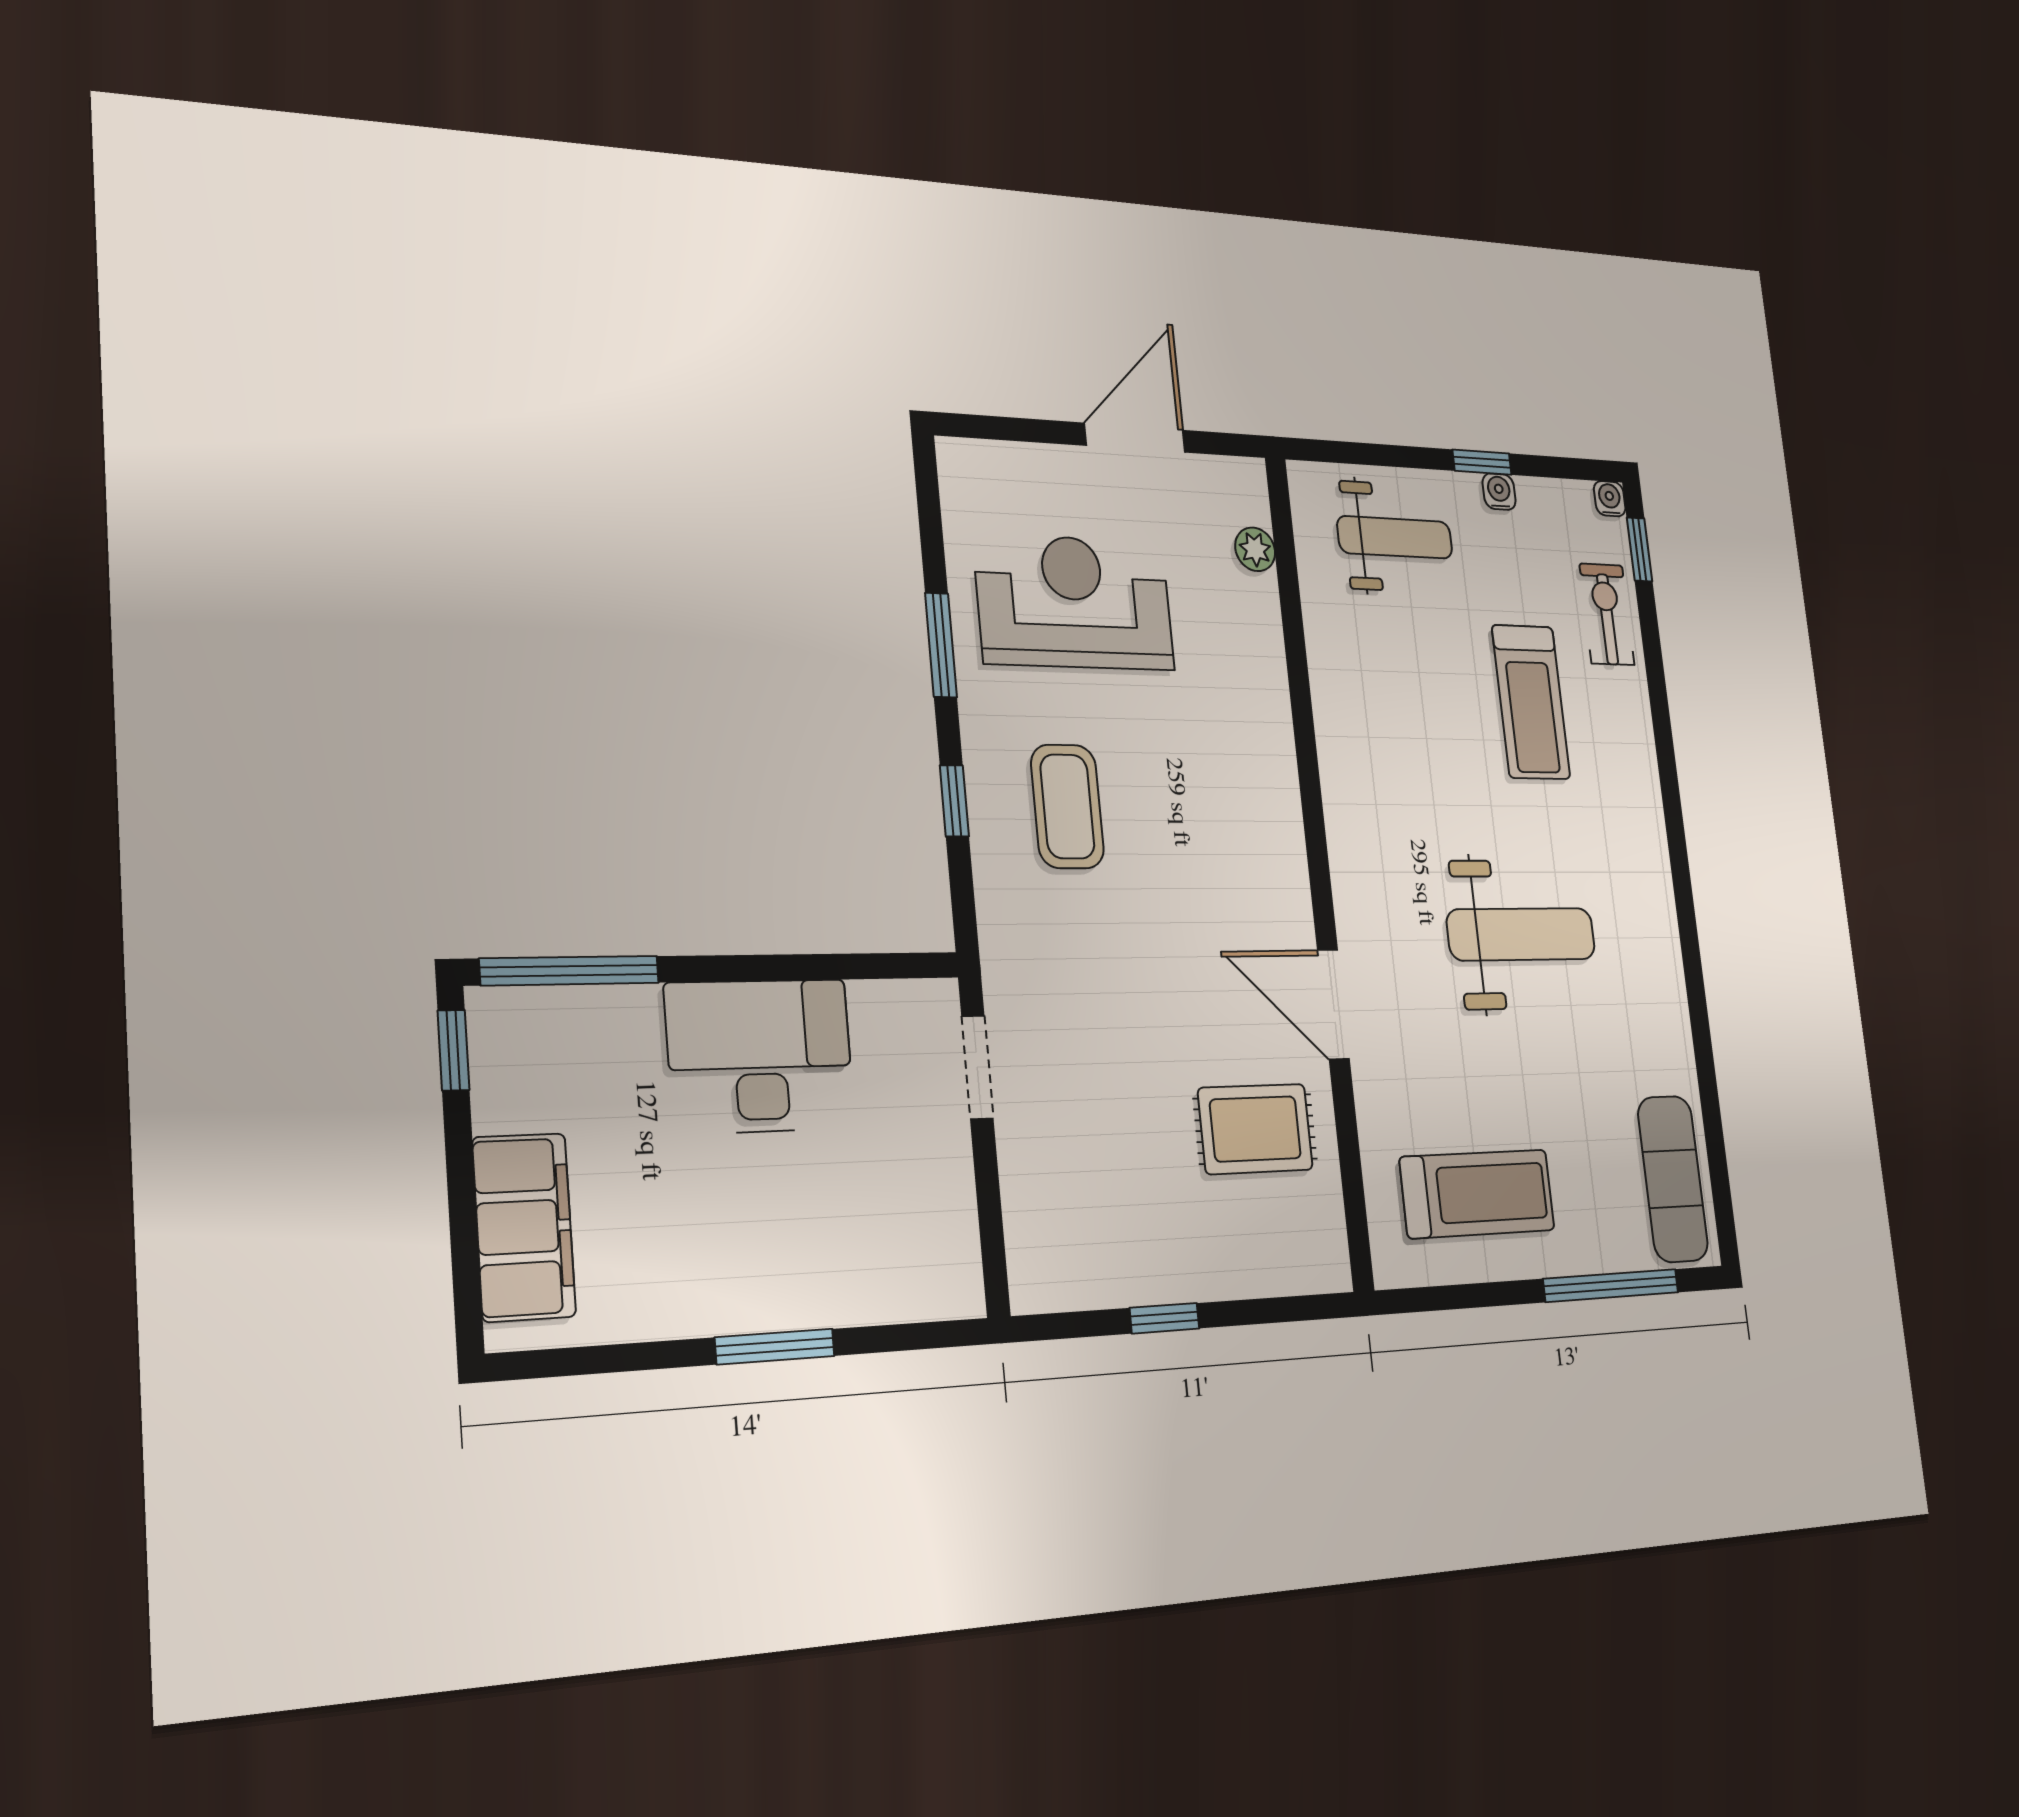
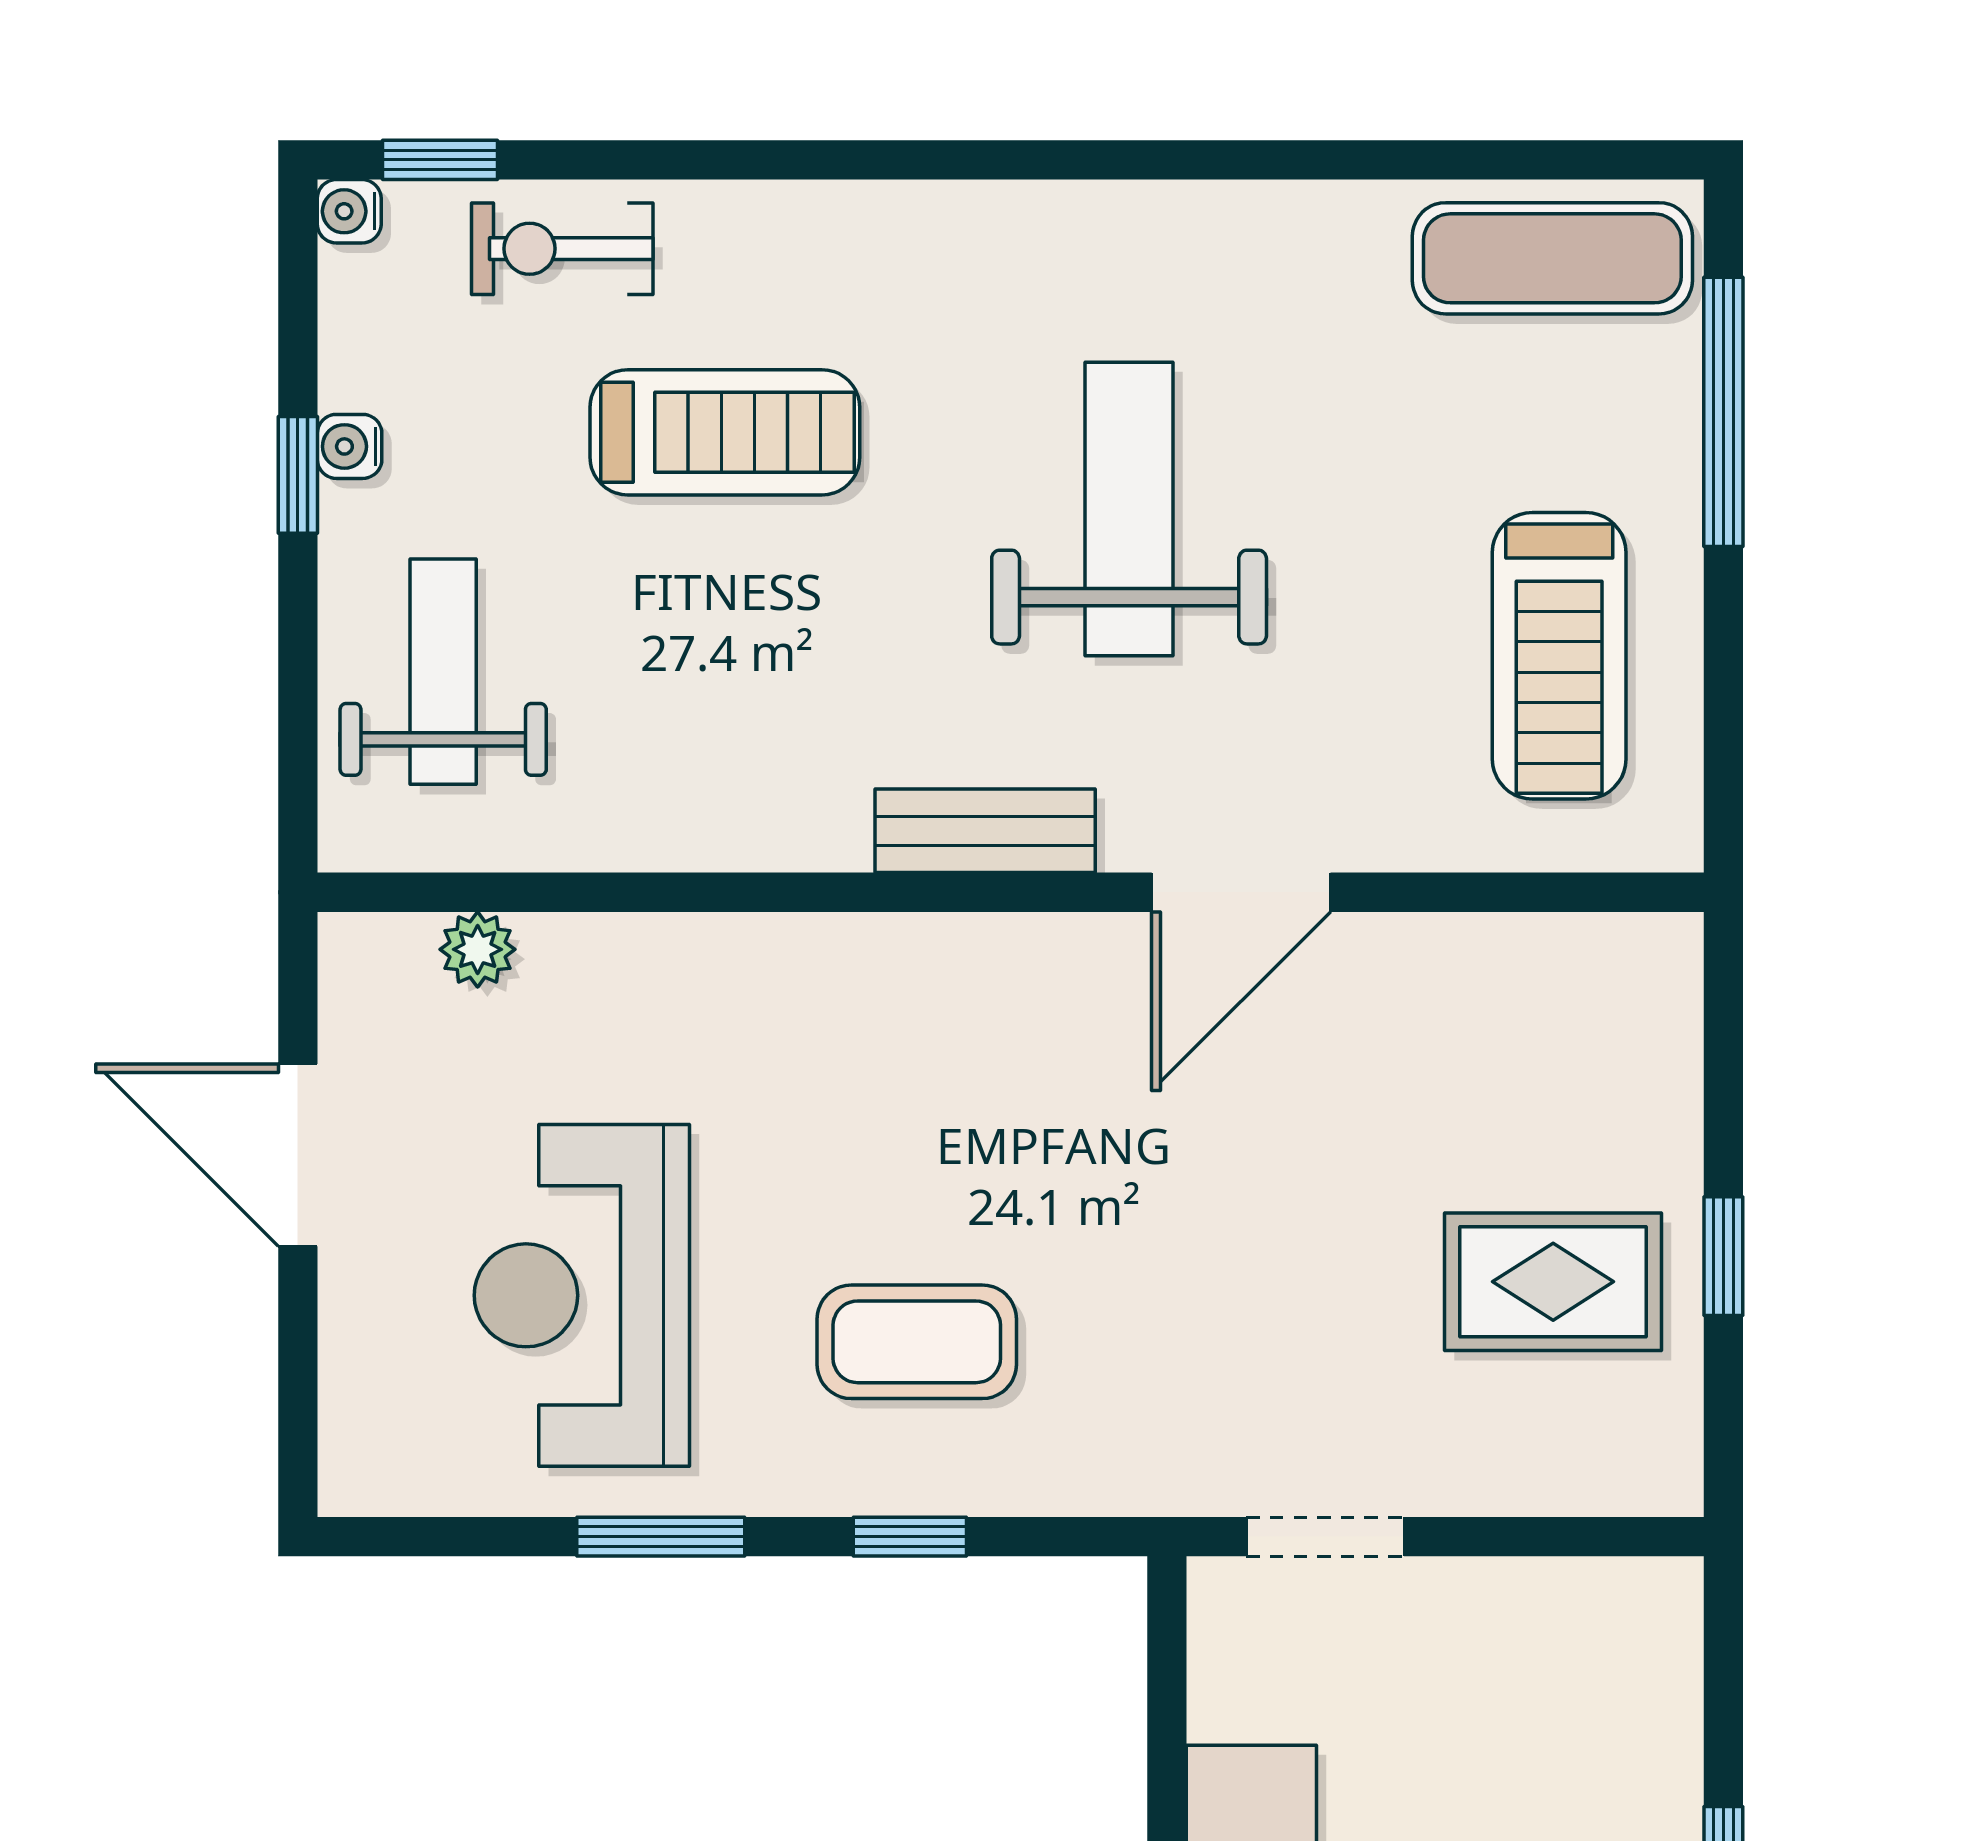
bench: (1349, 850) -> (985, 831), added
rug: (1255, 1129) -> (1553, 1282), moved, turned 90
treadmill: (1477, 1194) -> (1559, 656), turned 180

